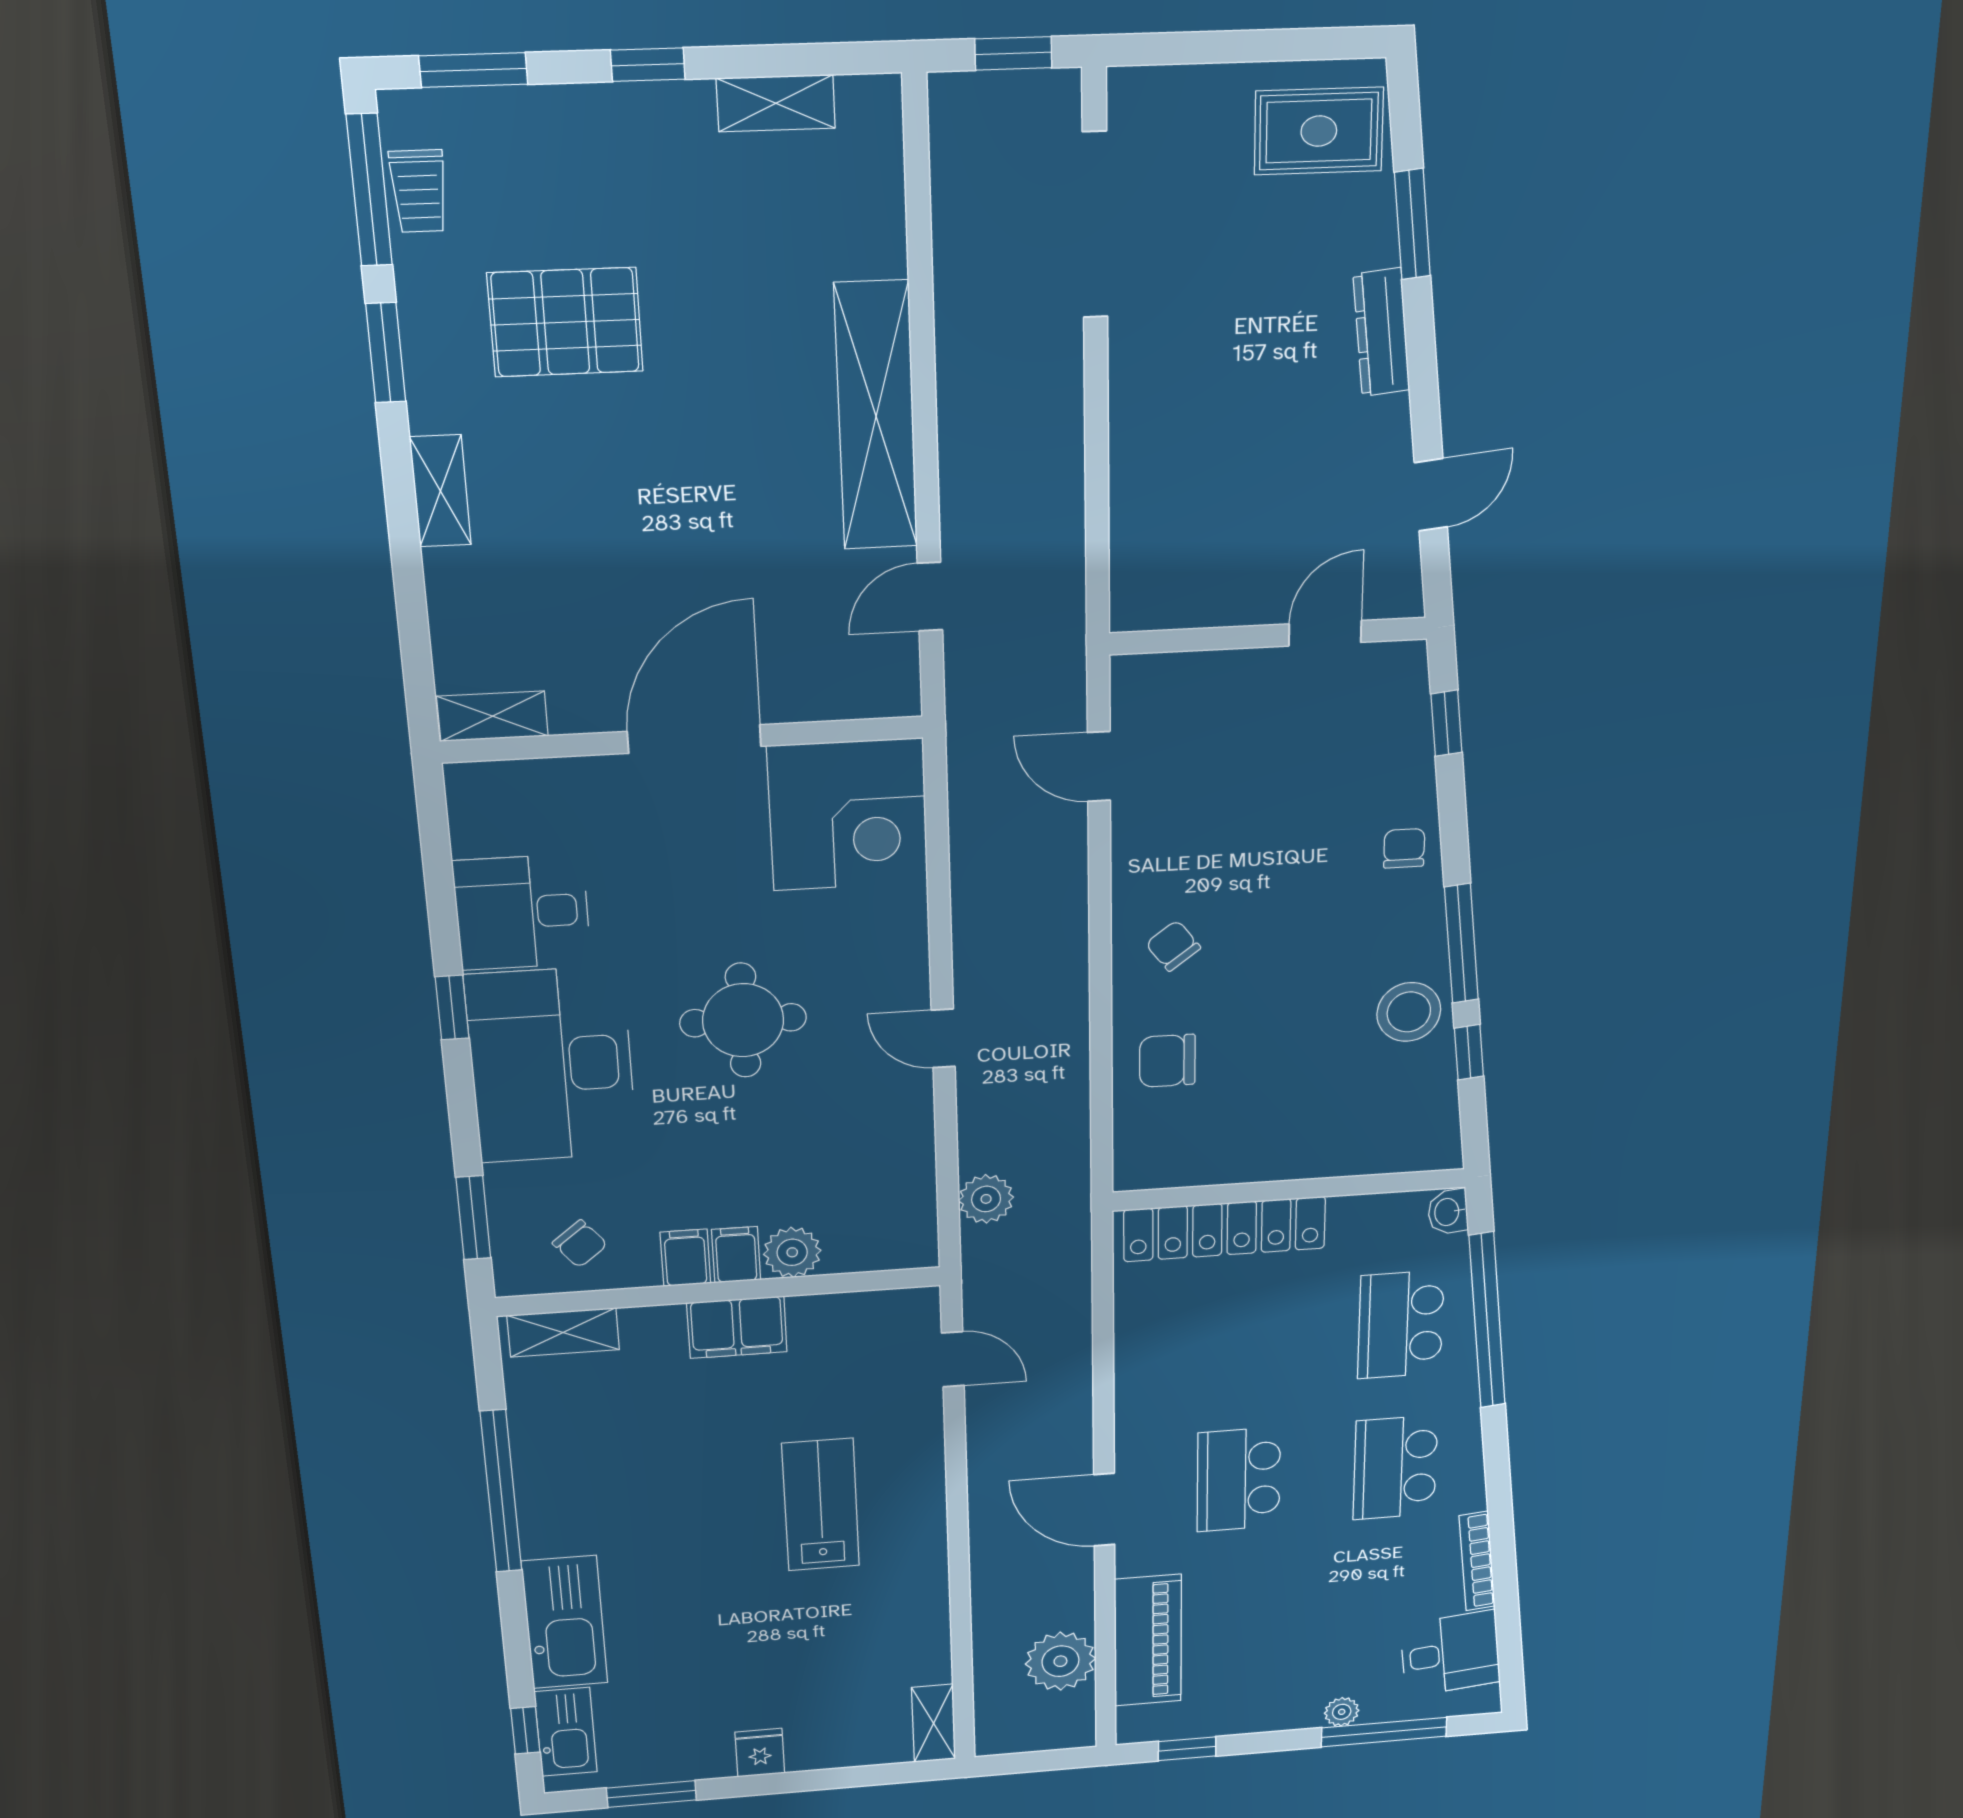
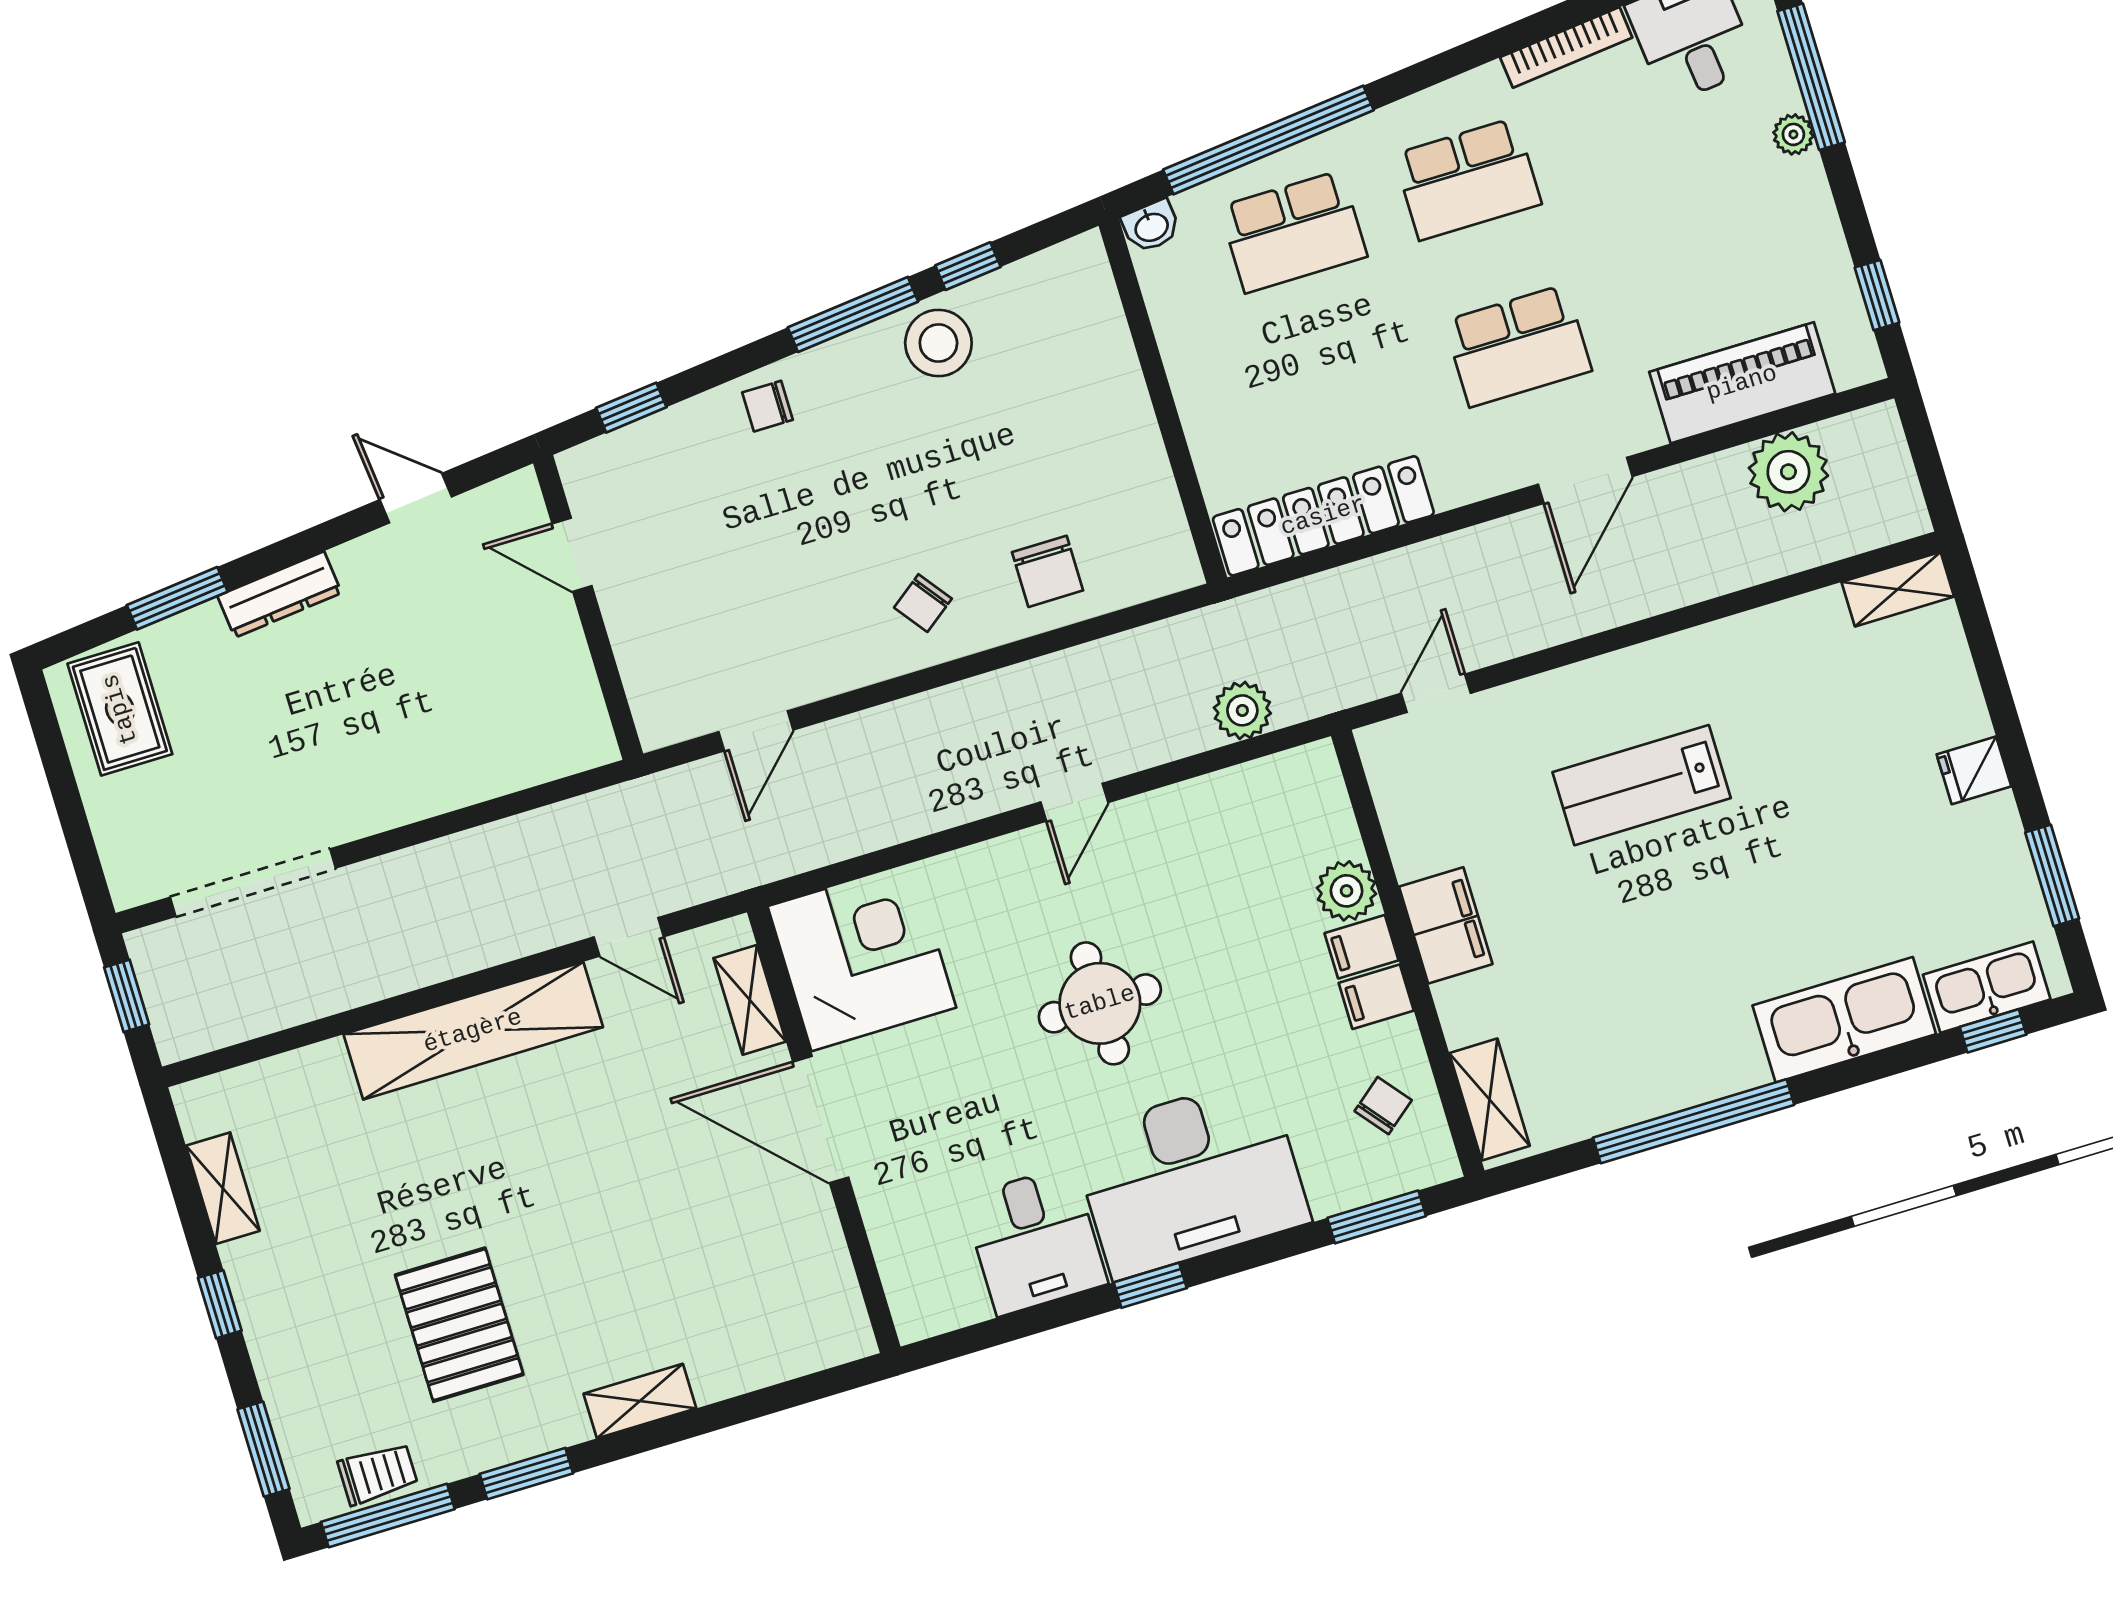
shelving: (493, 716) -> (750, 1000), moved
locker: (1225, 1229) -> (1323, 516), moved, turned -90

